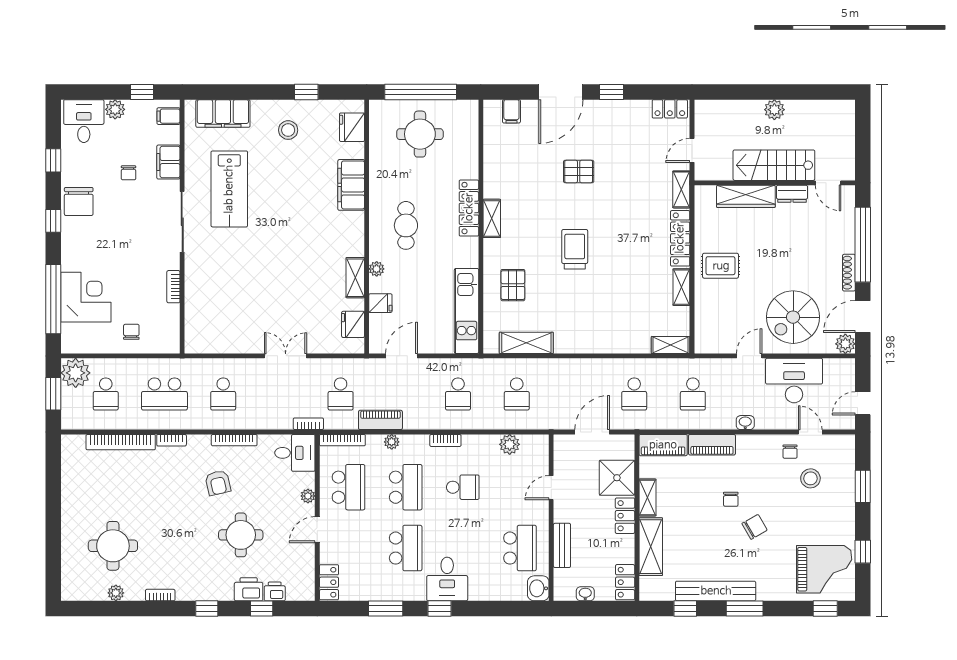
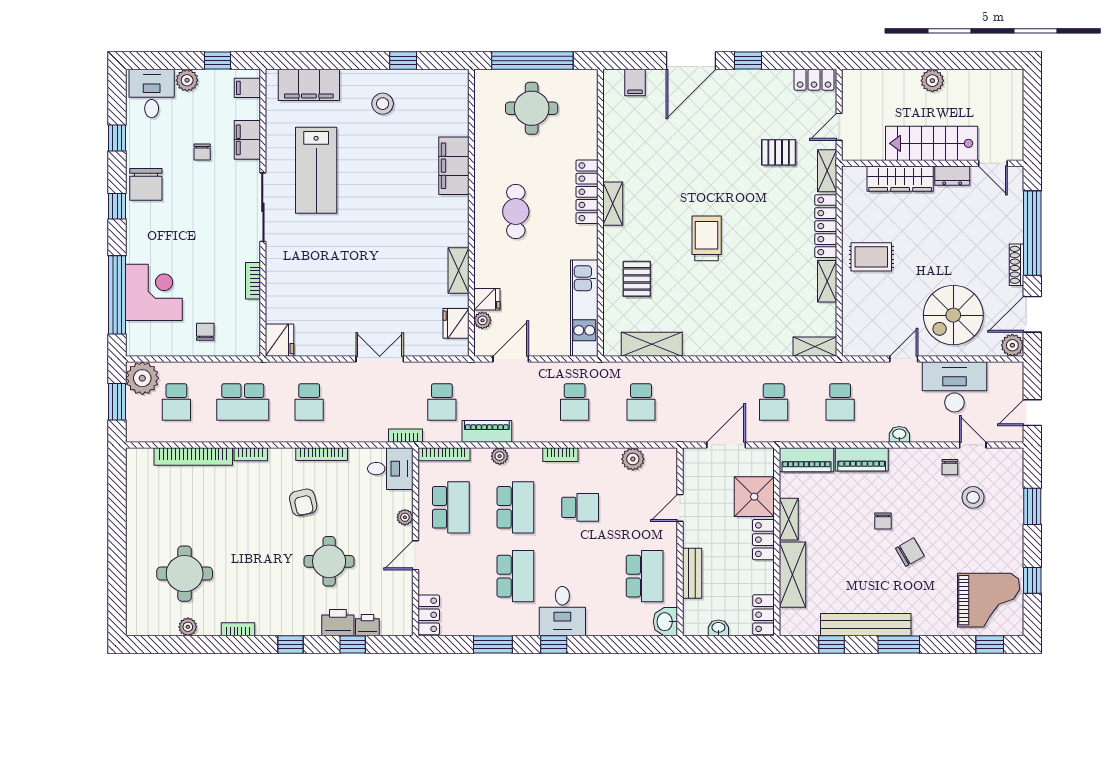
fridge: (352, 127) -> (279, 340), moved, turned 180
pallet: (579, 171) -> (779, 152), moved
plant: (377, 269) -> (482, 320), moved

